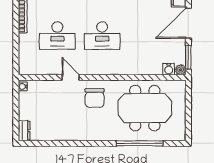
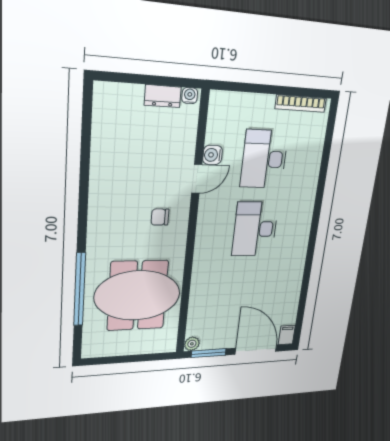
water cooler: (169, 69) -> (213, 155), moved
chair: (95, 98) -> (160, 217), width x0.54, depth x0.54
meeting table: (145, 108) -> (138, 295), turned 90
dresser: (24, 131) -> (163, 96), moved

